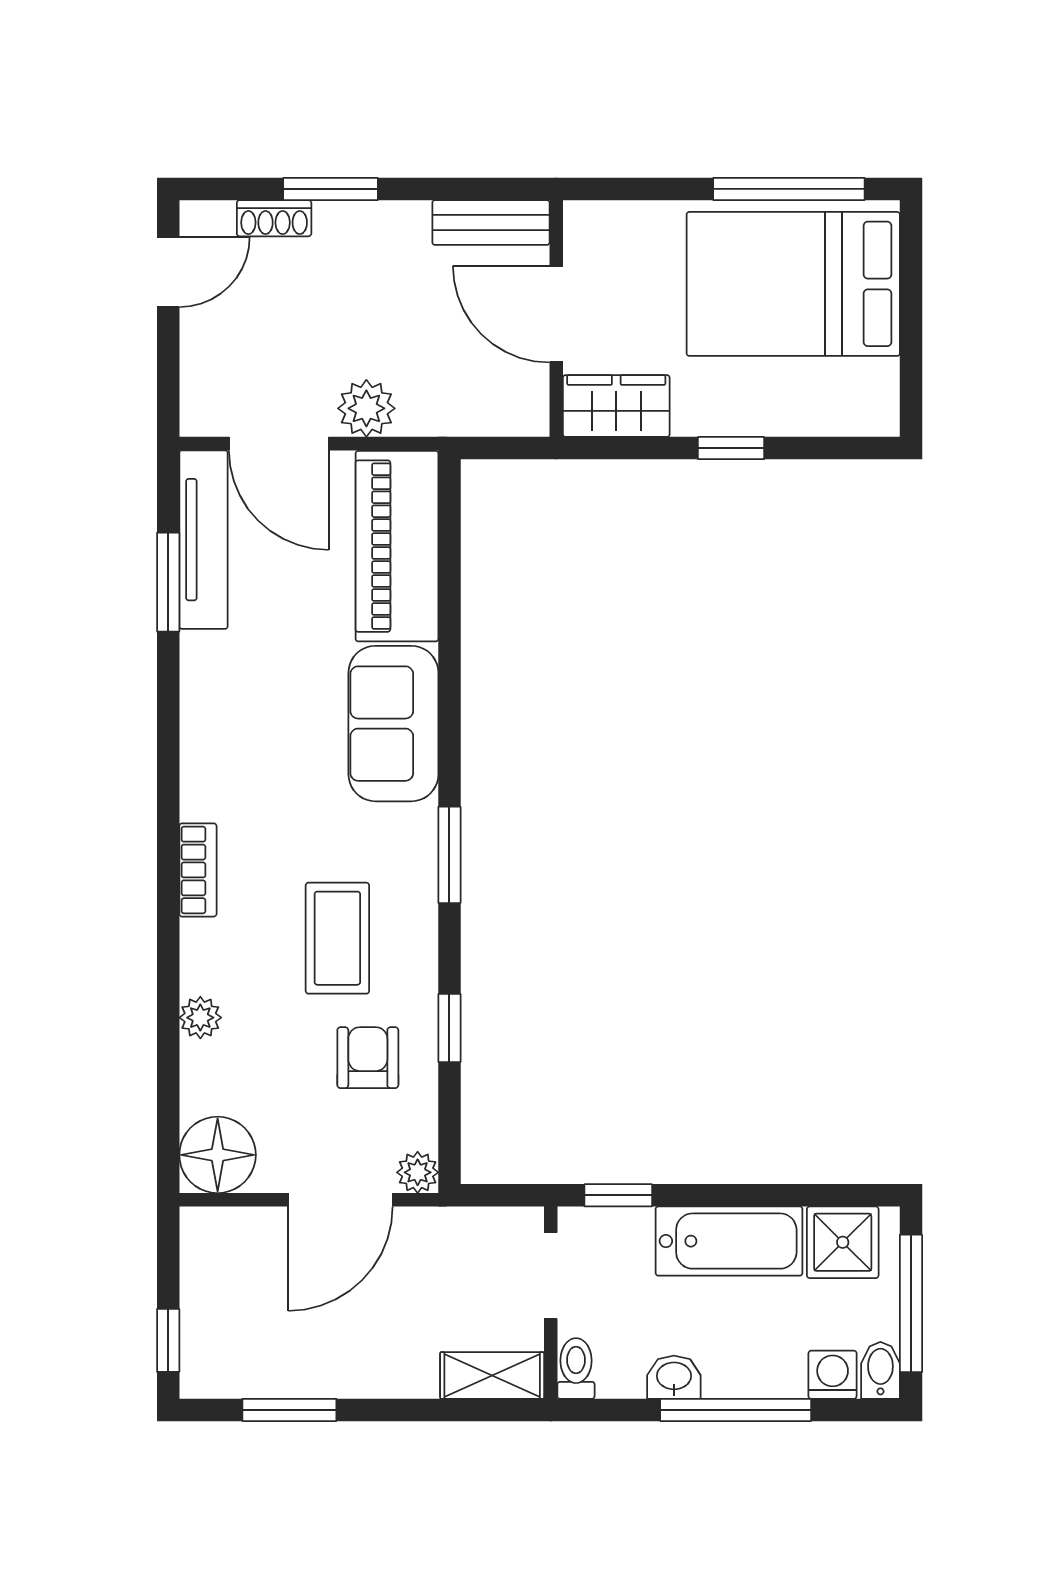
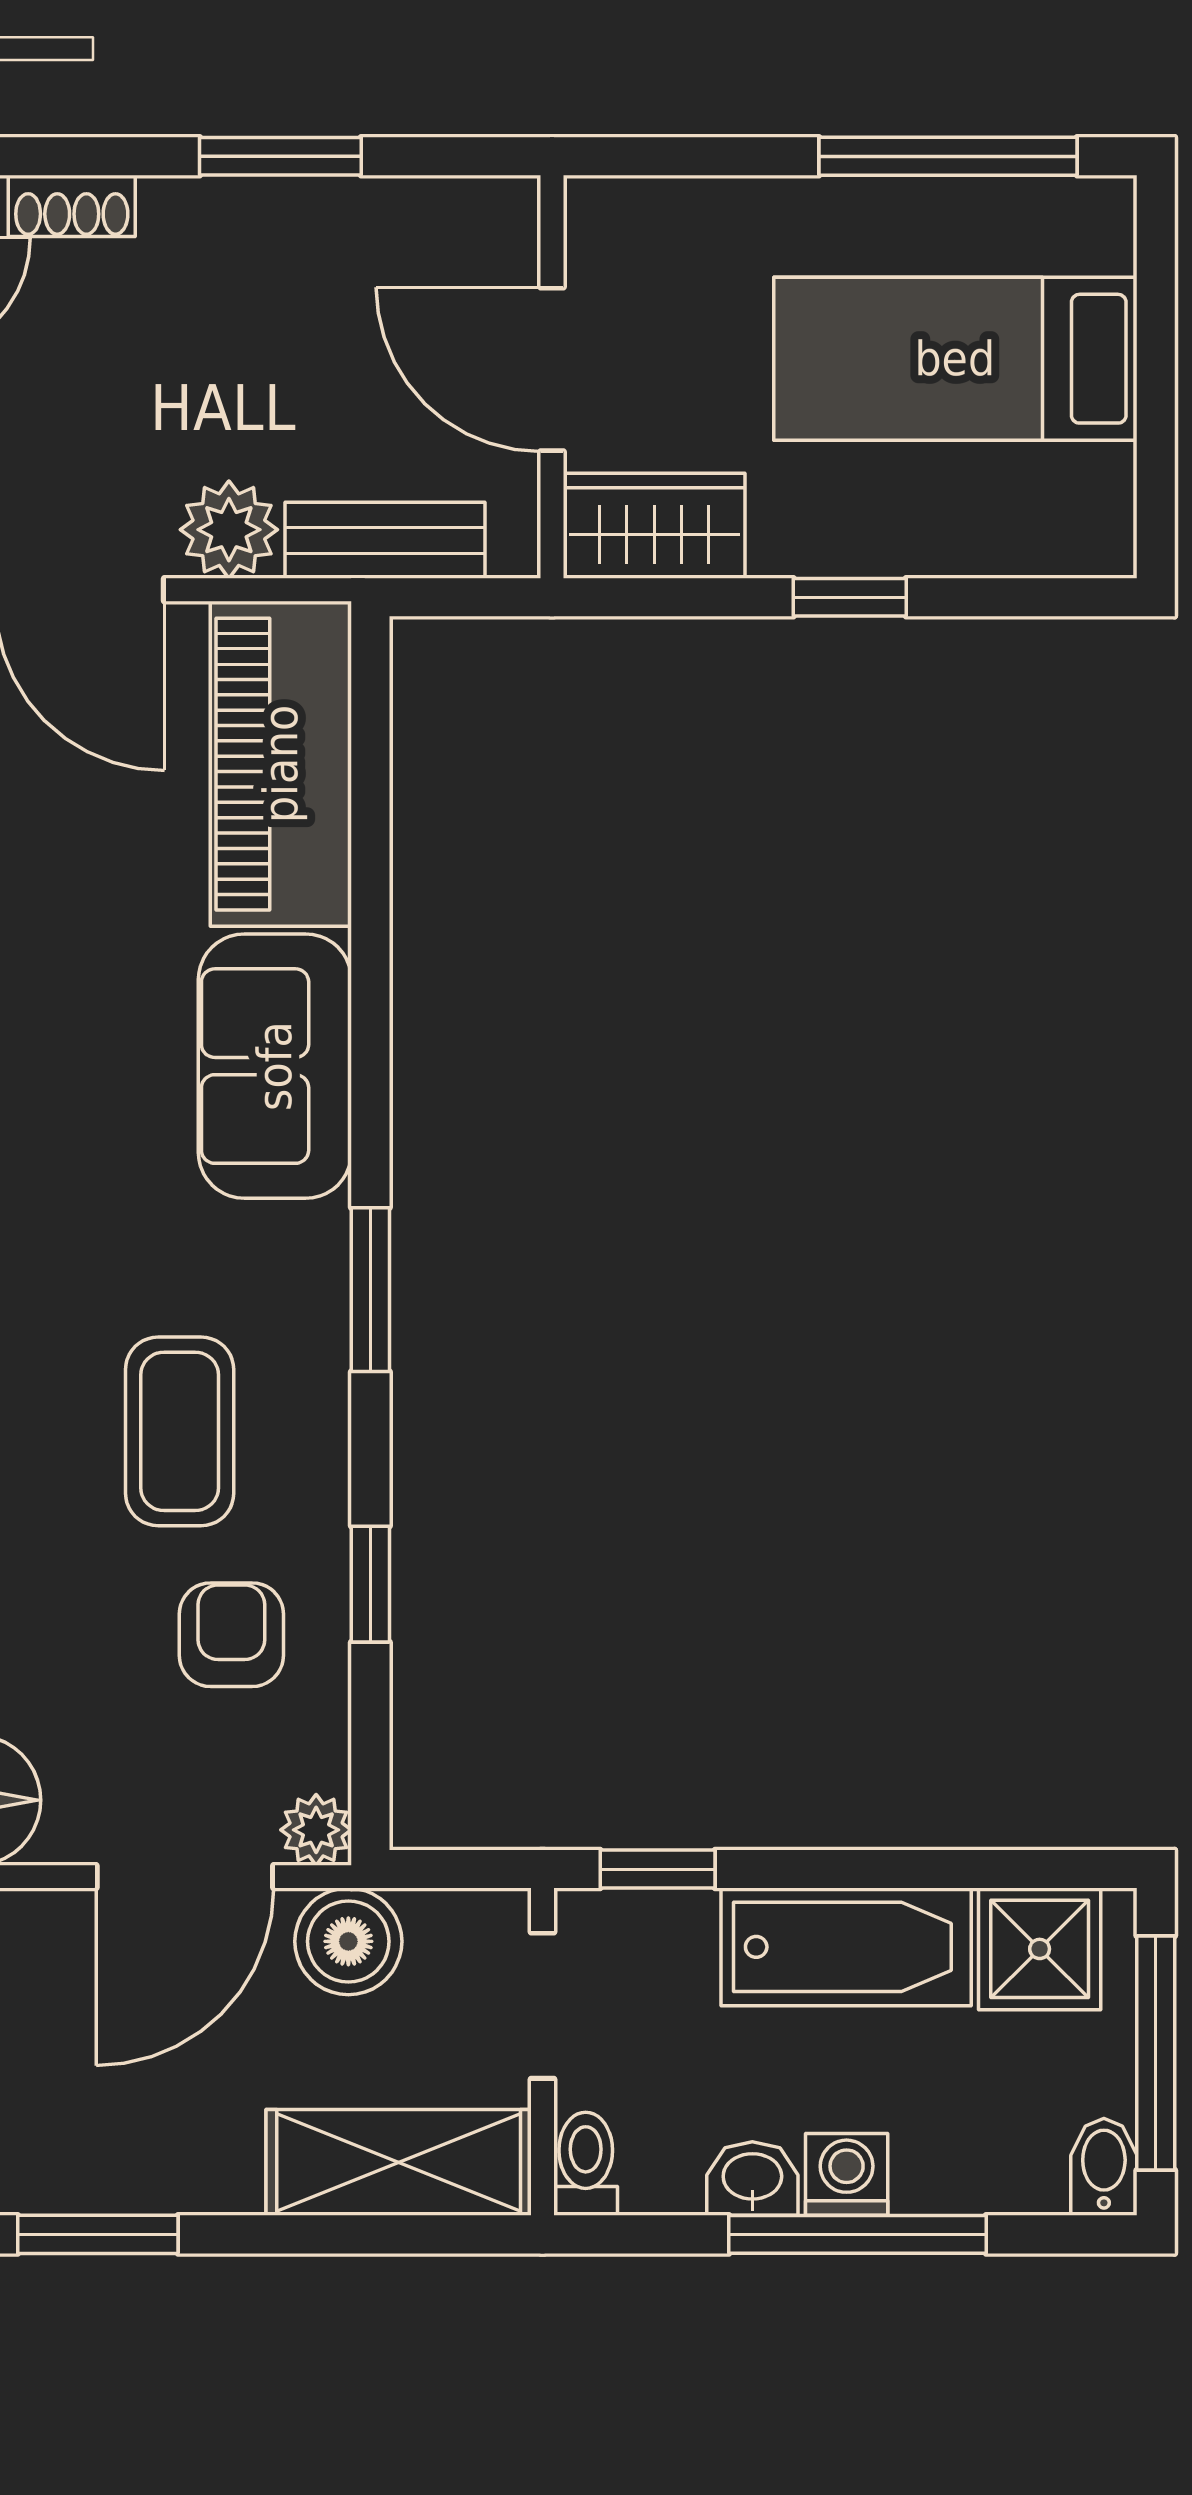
window: (330, 189) -> (280, 156), moved
bench: (491, 223) -> (385, 540), moved
bed: (793, 284) -> (955, 359), width x0.67
boiler: (437, 1238) -> (348, 1941), added
shelving: (492, 1375) -> (399, 2162), width x1.50, depth x1.33
washing machine: (833, 1375) -> (847, 2174), moved

